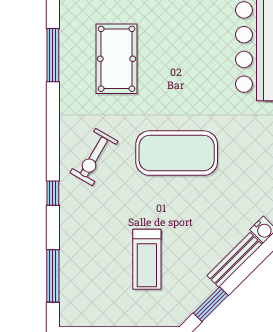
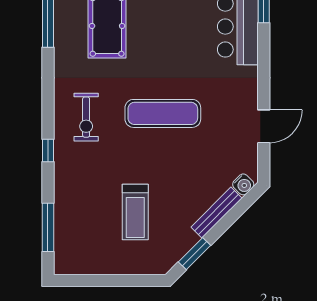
exercise mat: (177, 153) -> (163, 113), width x0.68
exercise bike: (94, 157) -> (86, 117), turned -30

